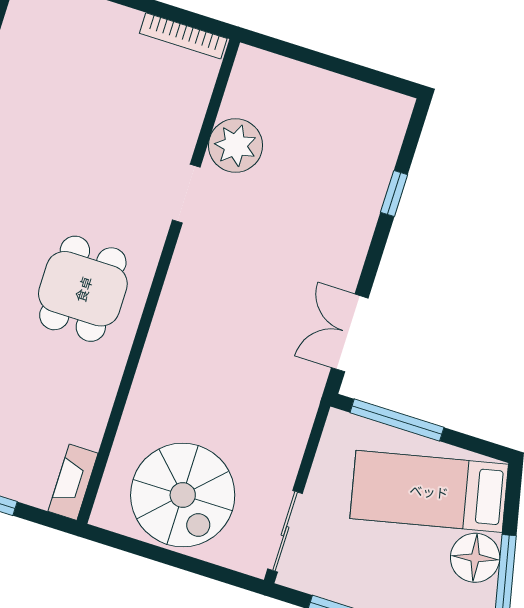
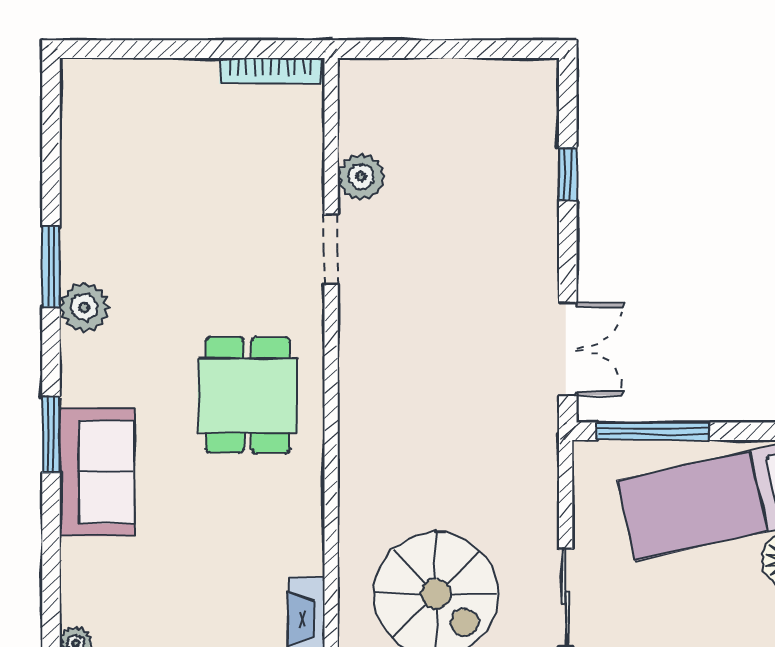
plant: (236, 145) -> (361, 177), width x0.73, depth x0.73
double door: (350, 333) -> (568, 349), swing flipped

